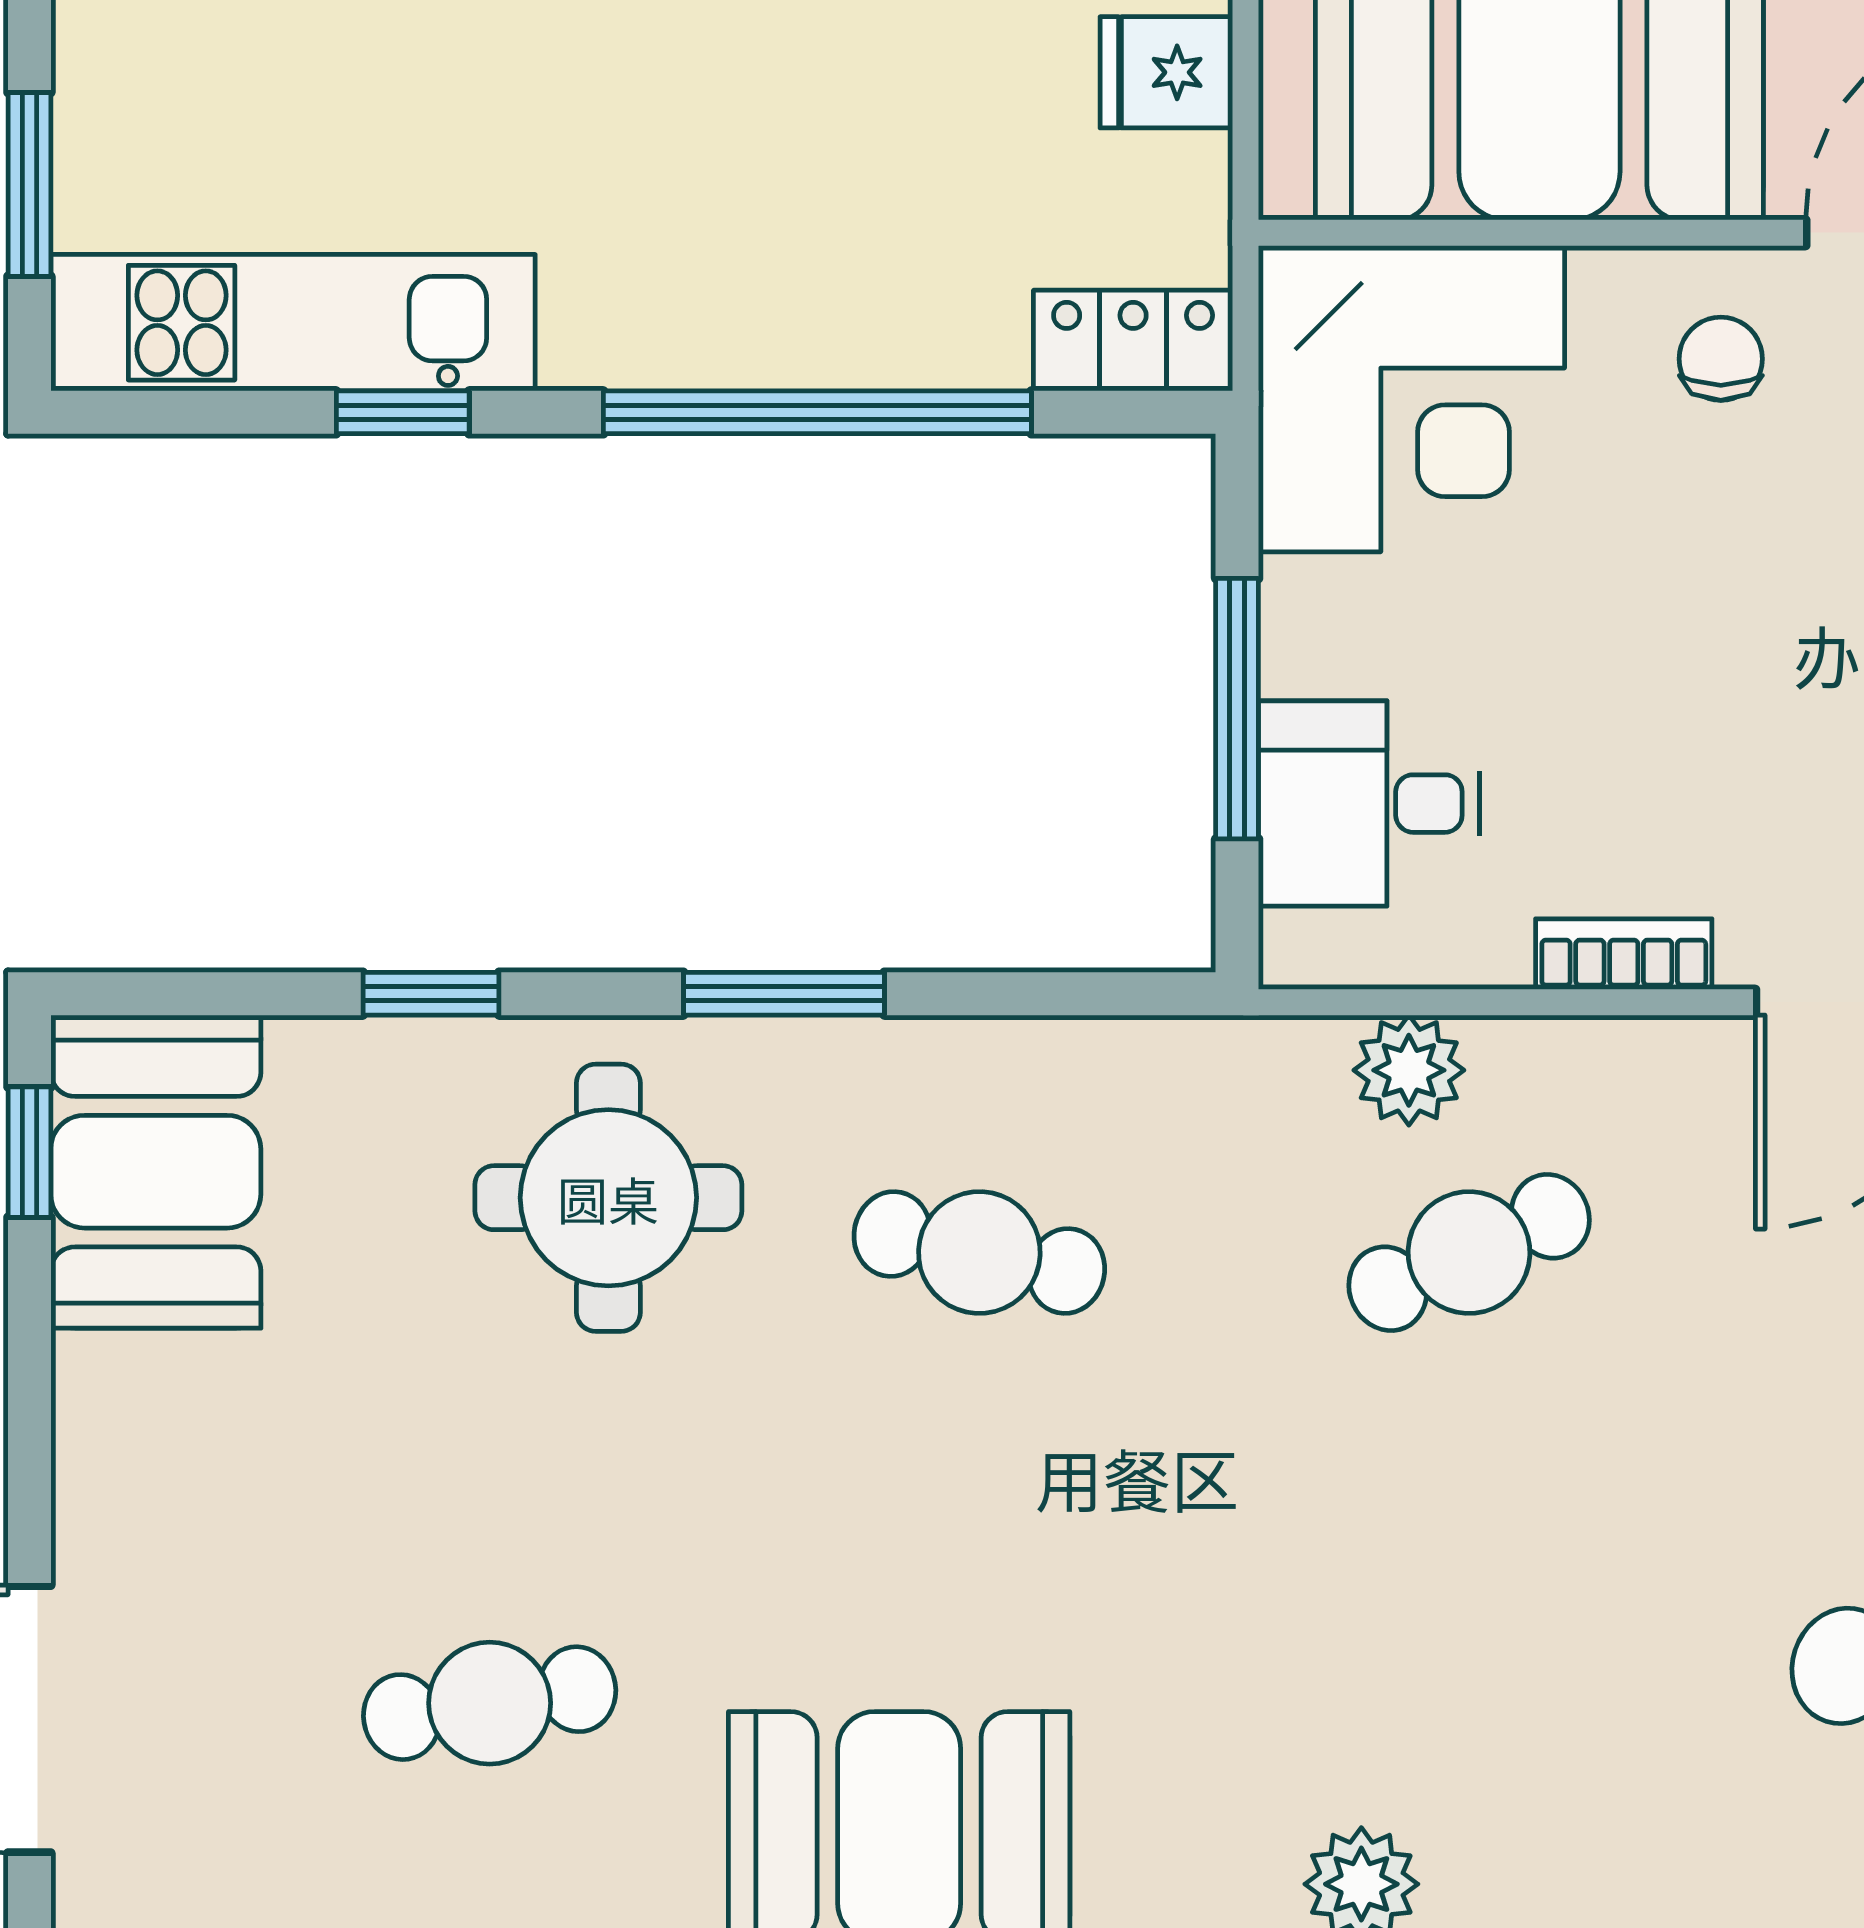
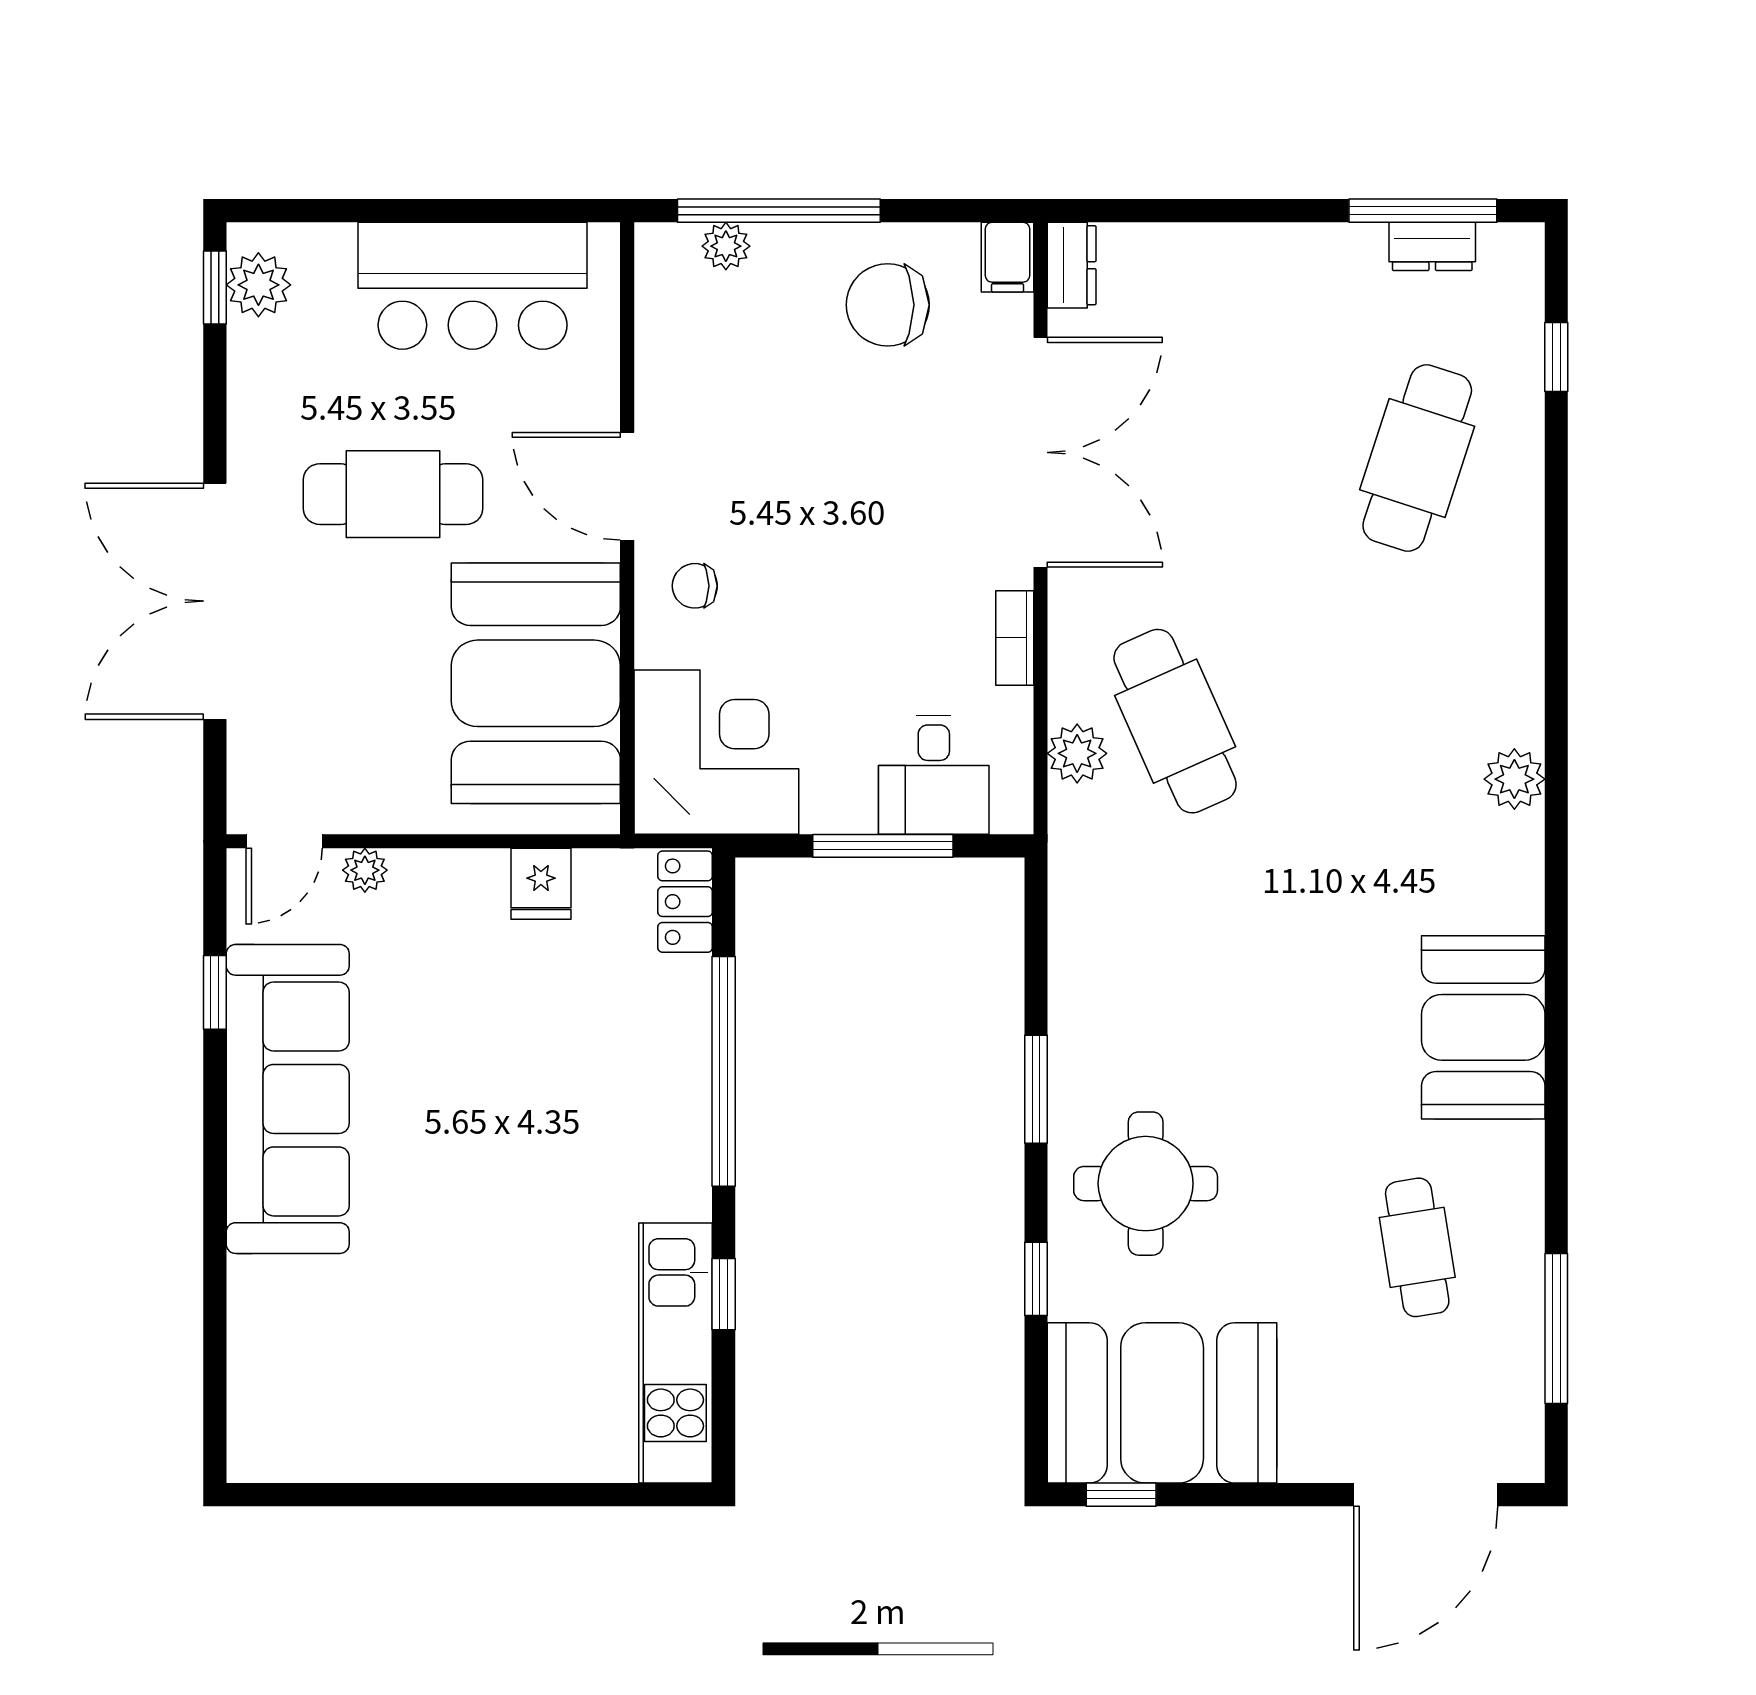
window: (29, 184) -> (601, 1495), removed
booth: (156, 1172) -> (1162, 1403), width x1.36, depth x1.42
cafe table: (979, 1252) -> (1175, 984), removed
cafe table: (1469, 1252) -> (1175, 721), width x1.37, depth x1.35

